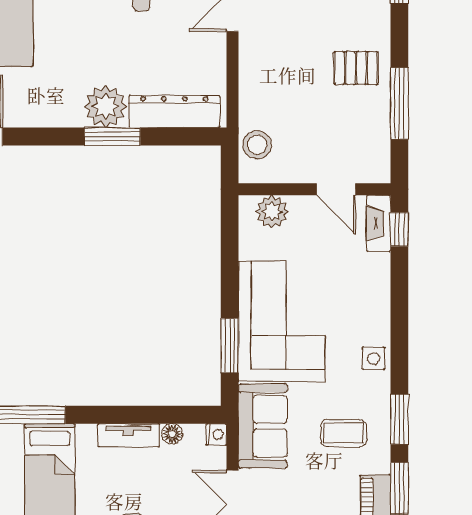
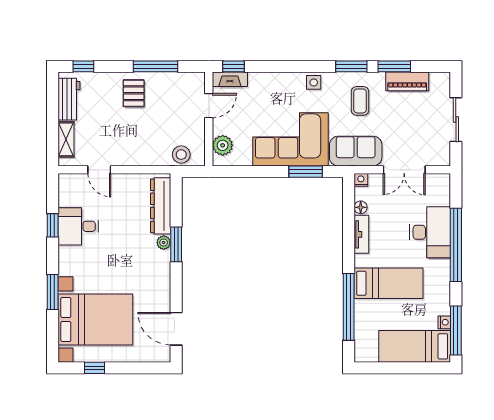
plant: (105, 107) -> (164, 243), width x0.53, depth x0.53

